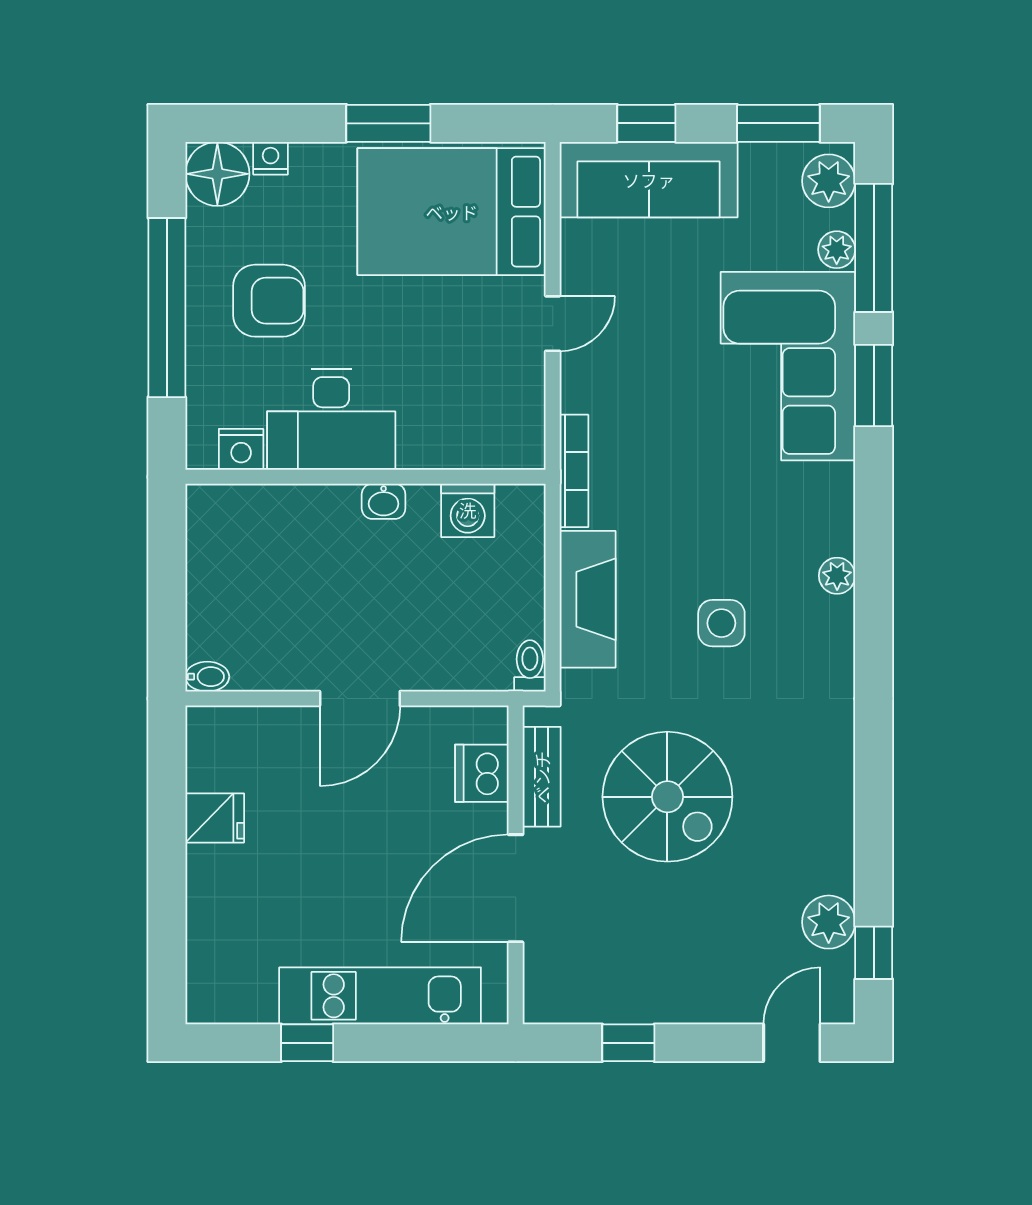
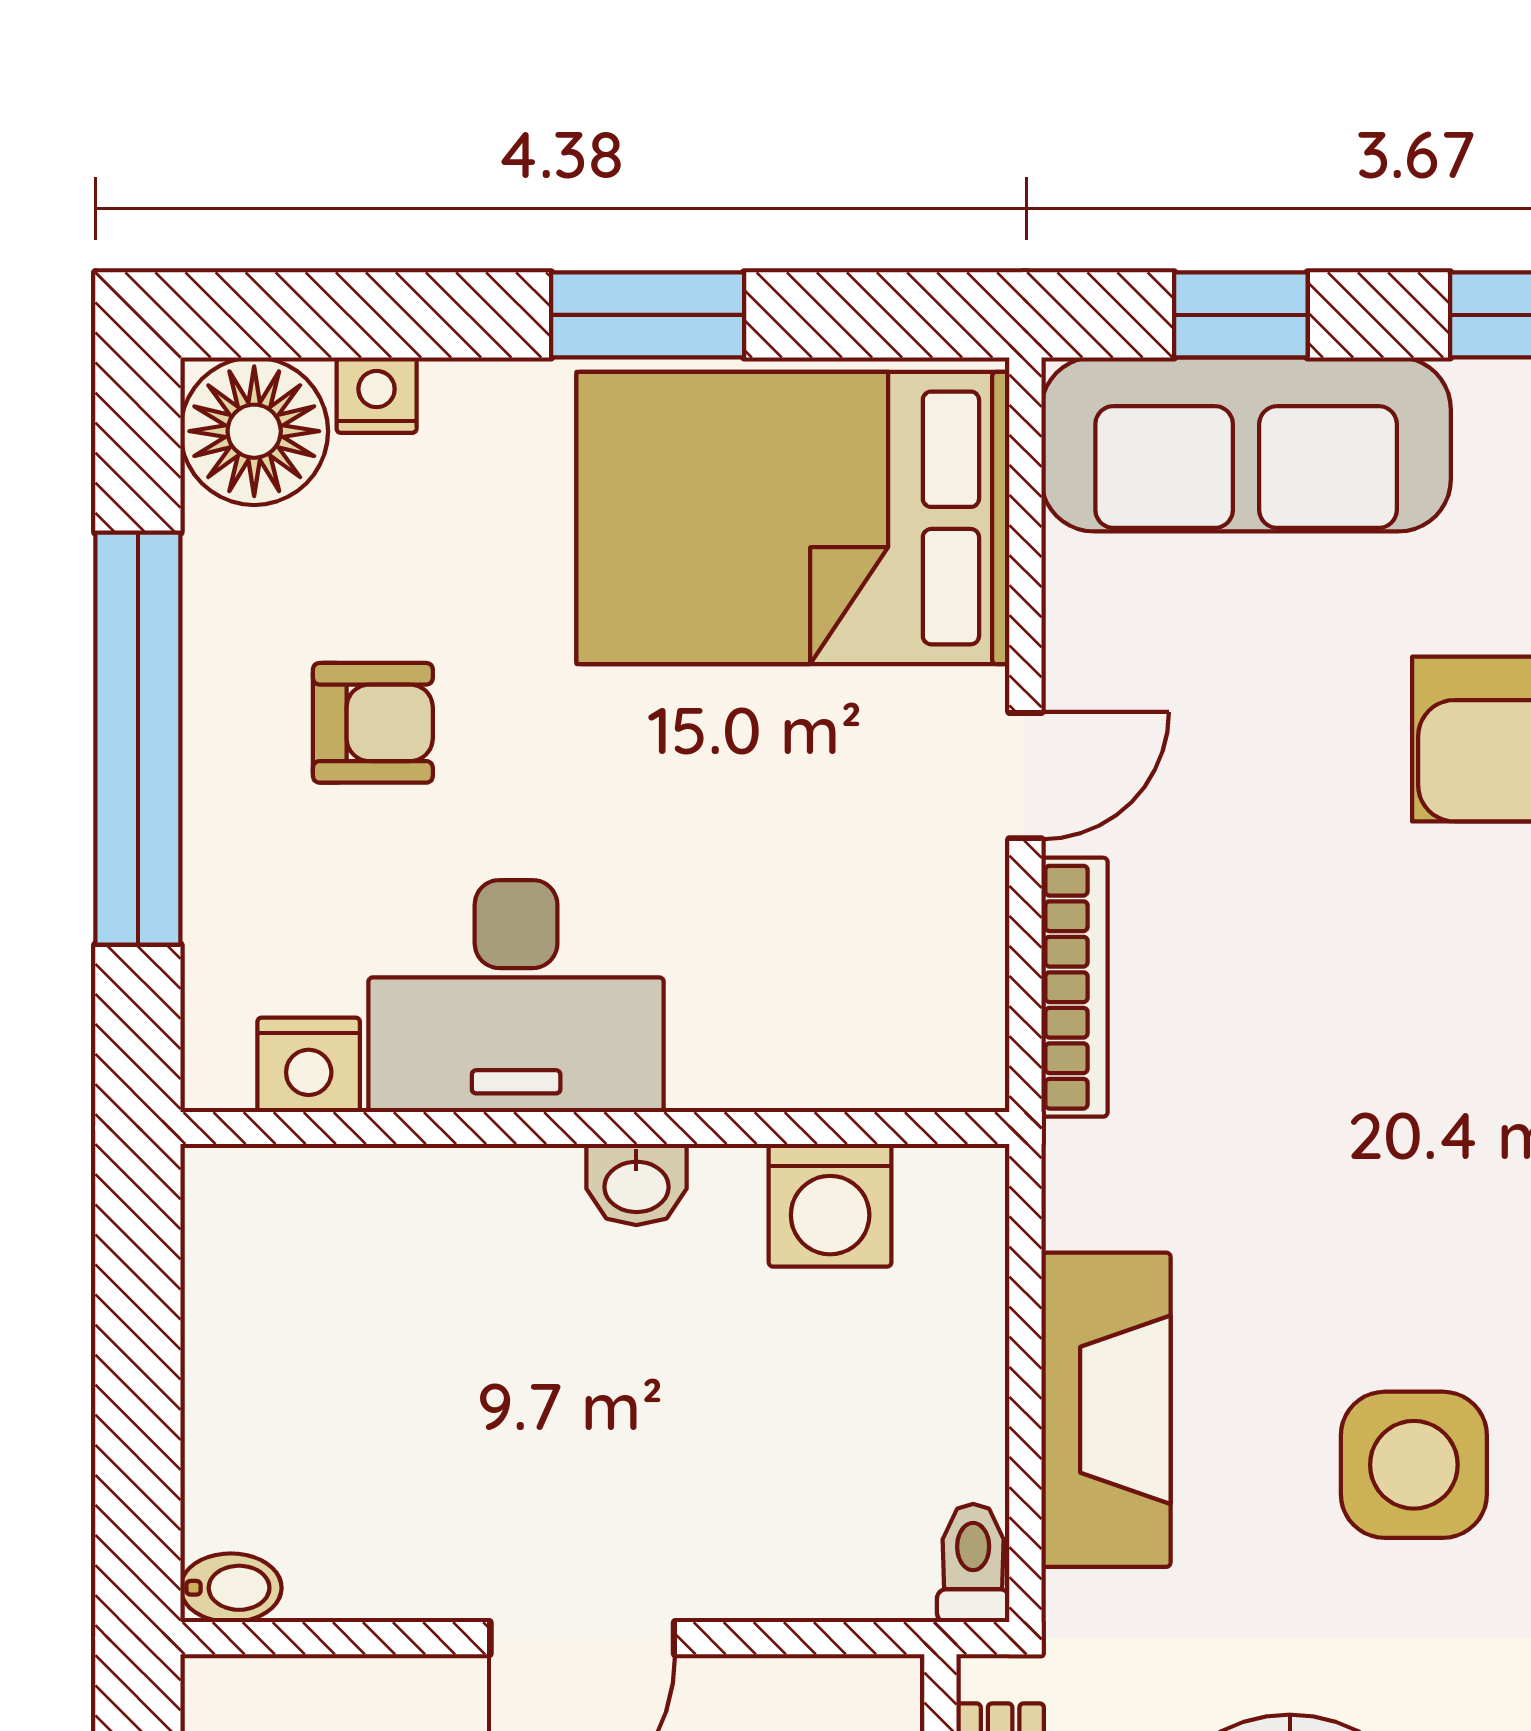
armchair: (269, 301) -> (373, 723), width x0.72, depth x0.72
bookcase: (574, 471) -> (1074, 987), moved
side table: (721, 623) -> (1414, 1465), width x1.37, depth x1.37

